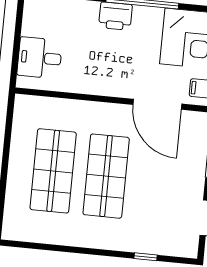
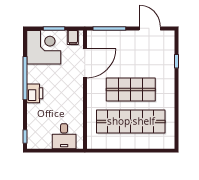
shop shelf: (53, 171) -> (131, 121), width x1.40

